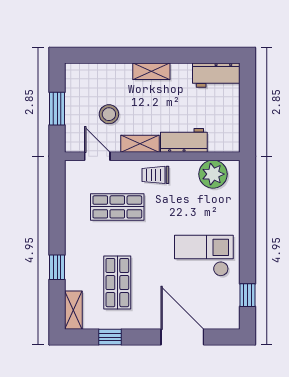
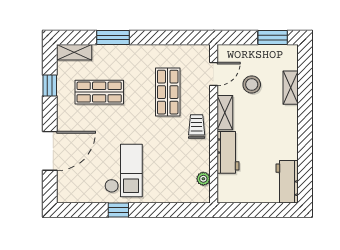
shelving: (151, 71) -> (291, 88), moved
window: (57, 109) -> (273, 38), moved
plant: (213, 174) -> (203, 179), width x0.53, depth x0.53
window: (57, 267) -> (113, 38), width x1.50
window: (248, 295) -> (118, 210), moved

